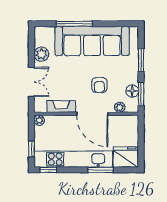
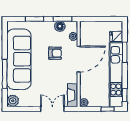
plant: (41, 54) -> (13, 101), moved
fireplace: (61, 106) -> (73, 95), moved
fridge: (125, 157) -> (116, 36), width x0.53, depth x0.75

